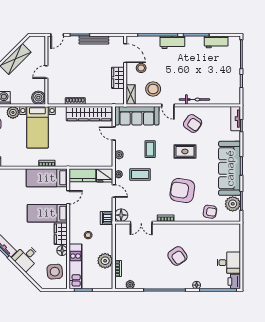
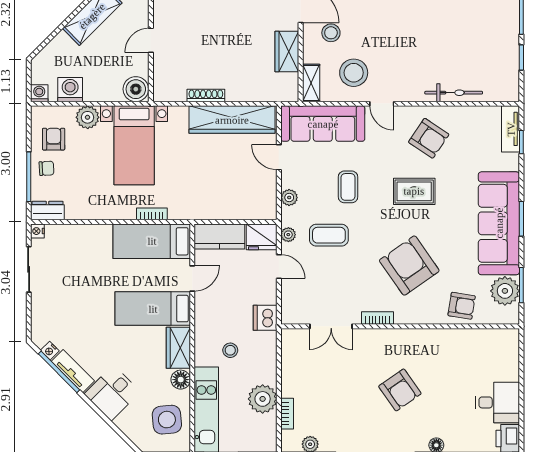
bicycle: (194, 99) -> (454, 93), moved
armchair: (182, 191) -> (409, 266), turned 46
floor lamp: (121, 215) -> (293, 312), removed

